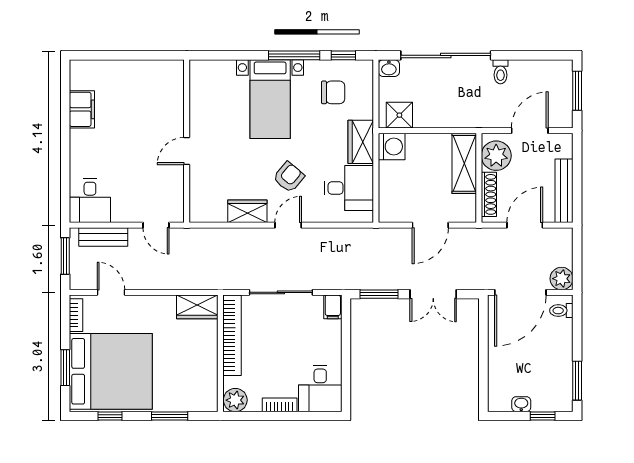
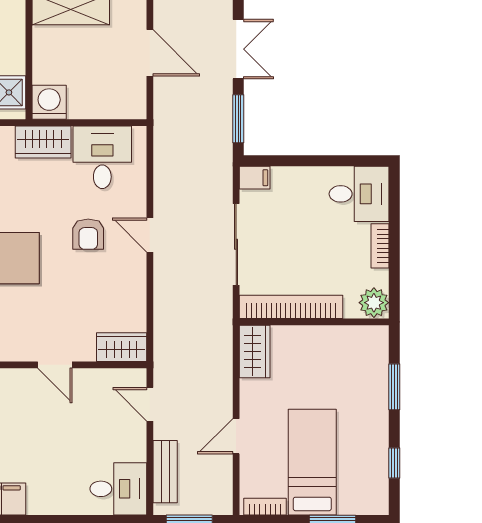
armchair: (289, 177) -> (88, 234), turned -130
wardrobe: (247, 211) -> (122, 347), moved, turned 90
door: (156, 225) -> (150, 404), swing flipped
door: (111, 292) -> (236, 436), moved
bed: (111, 371) -> (312, 462), width x0.49

